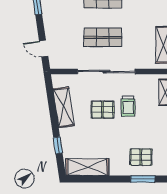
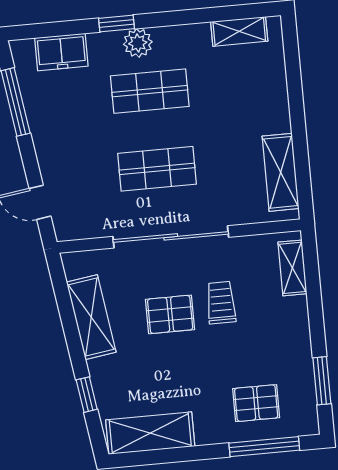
trolley: (128, 106) -> (221, 303), turned 180
window: (143, 179) -> (264, 447), width x1.44

